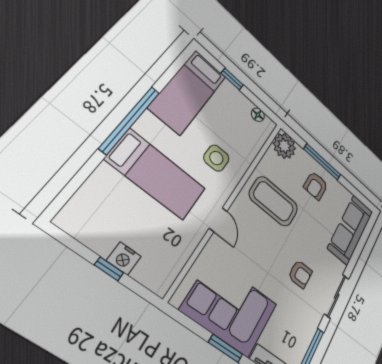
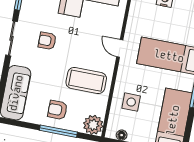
side table: (216, 158) -> (131, 102), moved
armchair: (316, 186) -> (57, 110), turned -90

